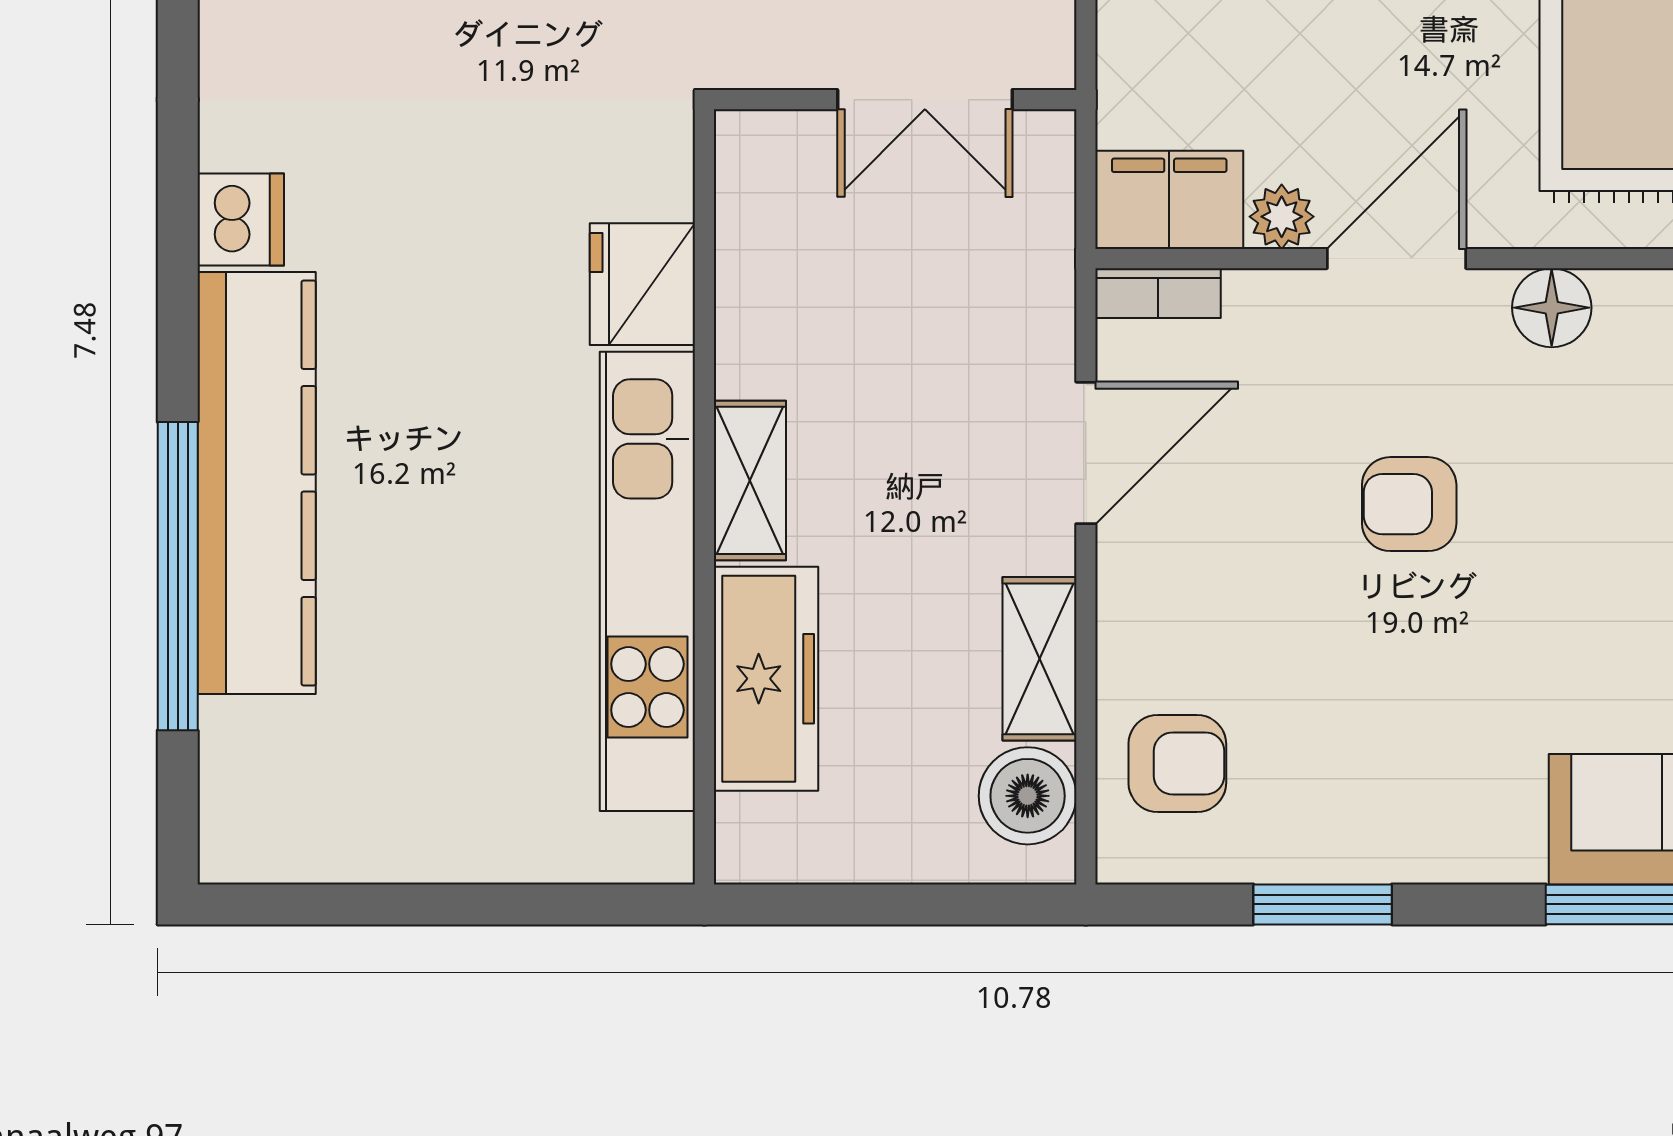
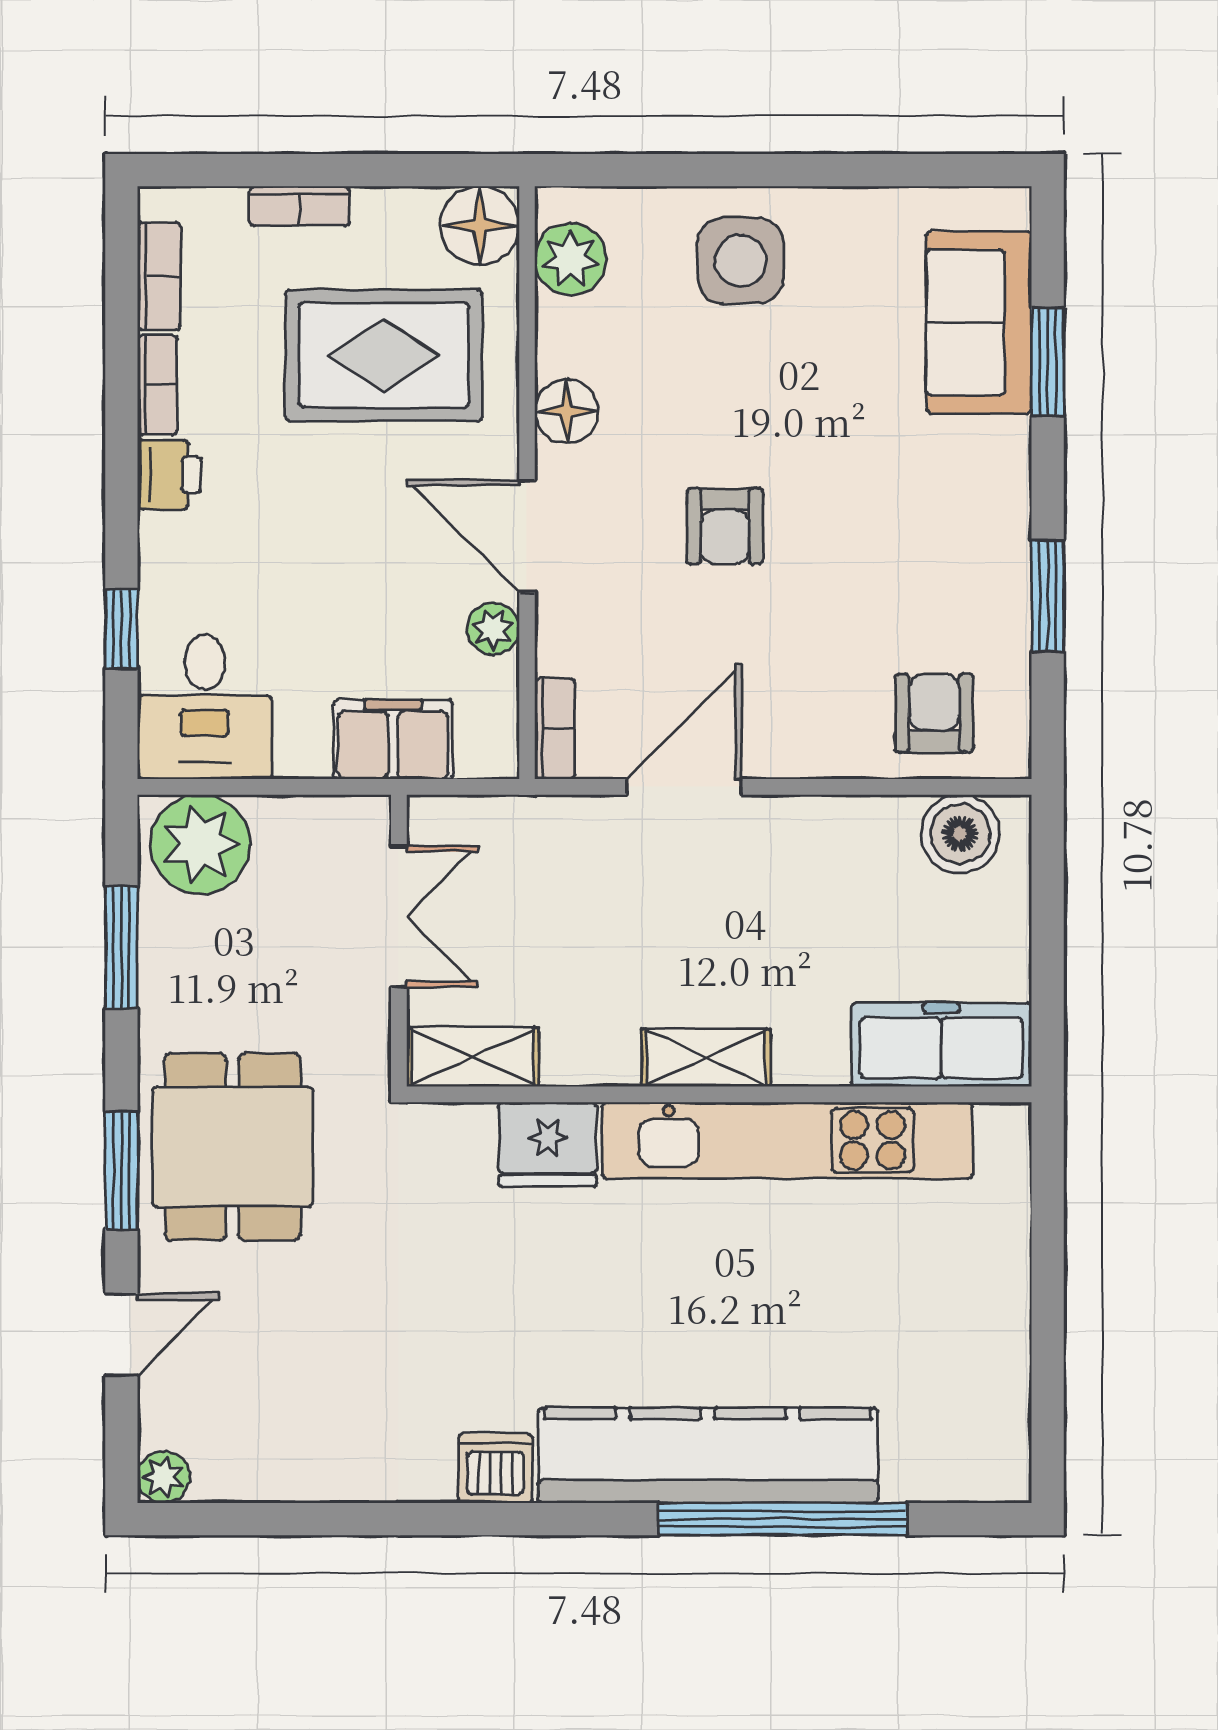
filing cabinet: (1169, 200) -> (393, 739), moved, turned 90
door: (1086, 453) -> (684, 787), hinge flipped
shelving: (1039, 659) -> (473, 1057), moved
freezer: (766, 679) -> (941, 1045), moved

